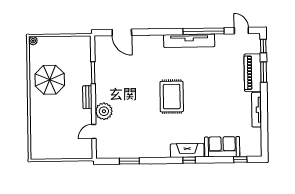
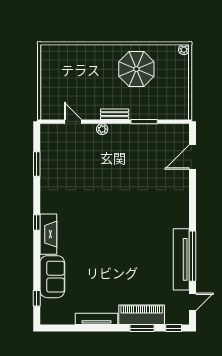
tv unit: (189, 41) -> (181, 259), moved
rug: (172, 97) -> (114, 216), removed
plant: (104, 111) -> (102, 129), width x0.53, depth x0.53
window: (189, 160) -> (37, 223), moved

